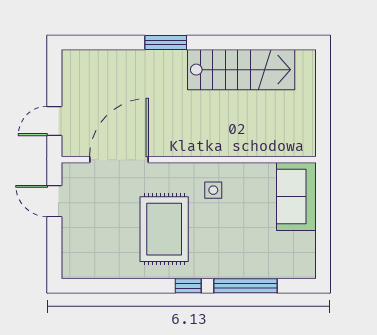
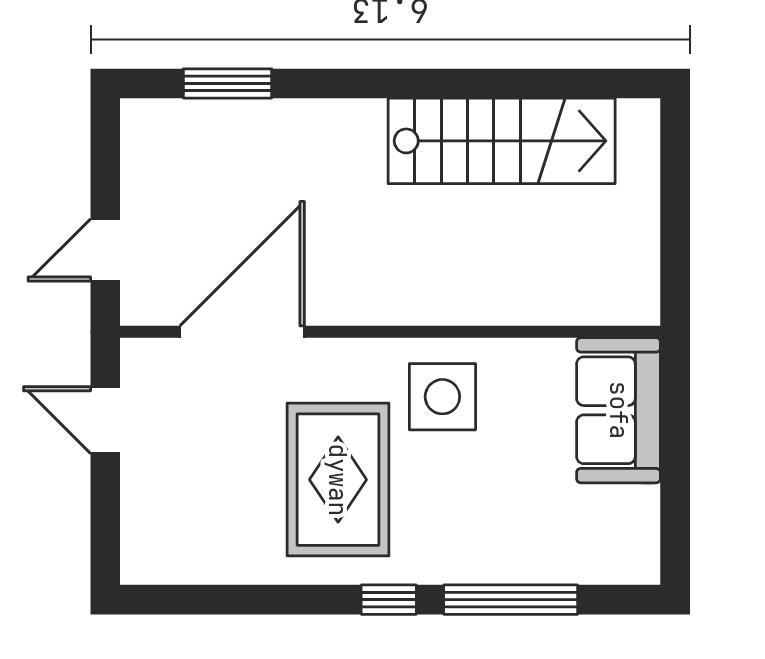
window: (166, 42) -> (227, 83), moved
side table: (213, 190) -> (442, 397), width x1.87, depth x1.87

